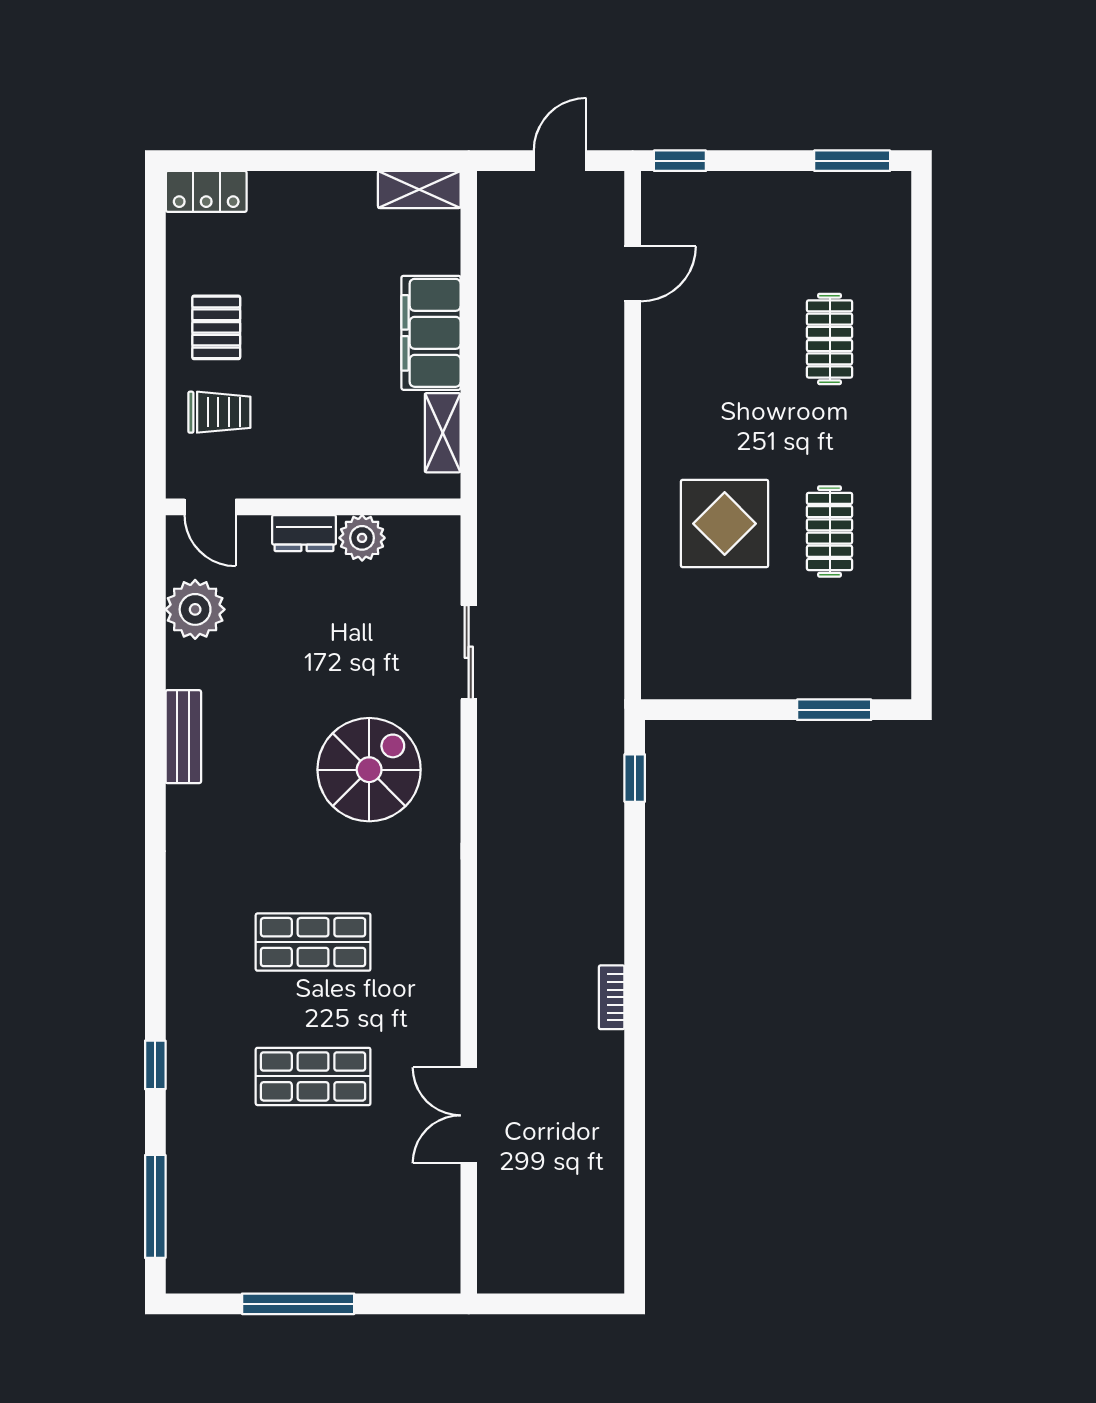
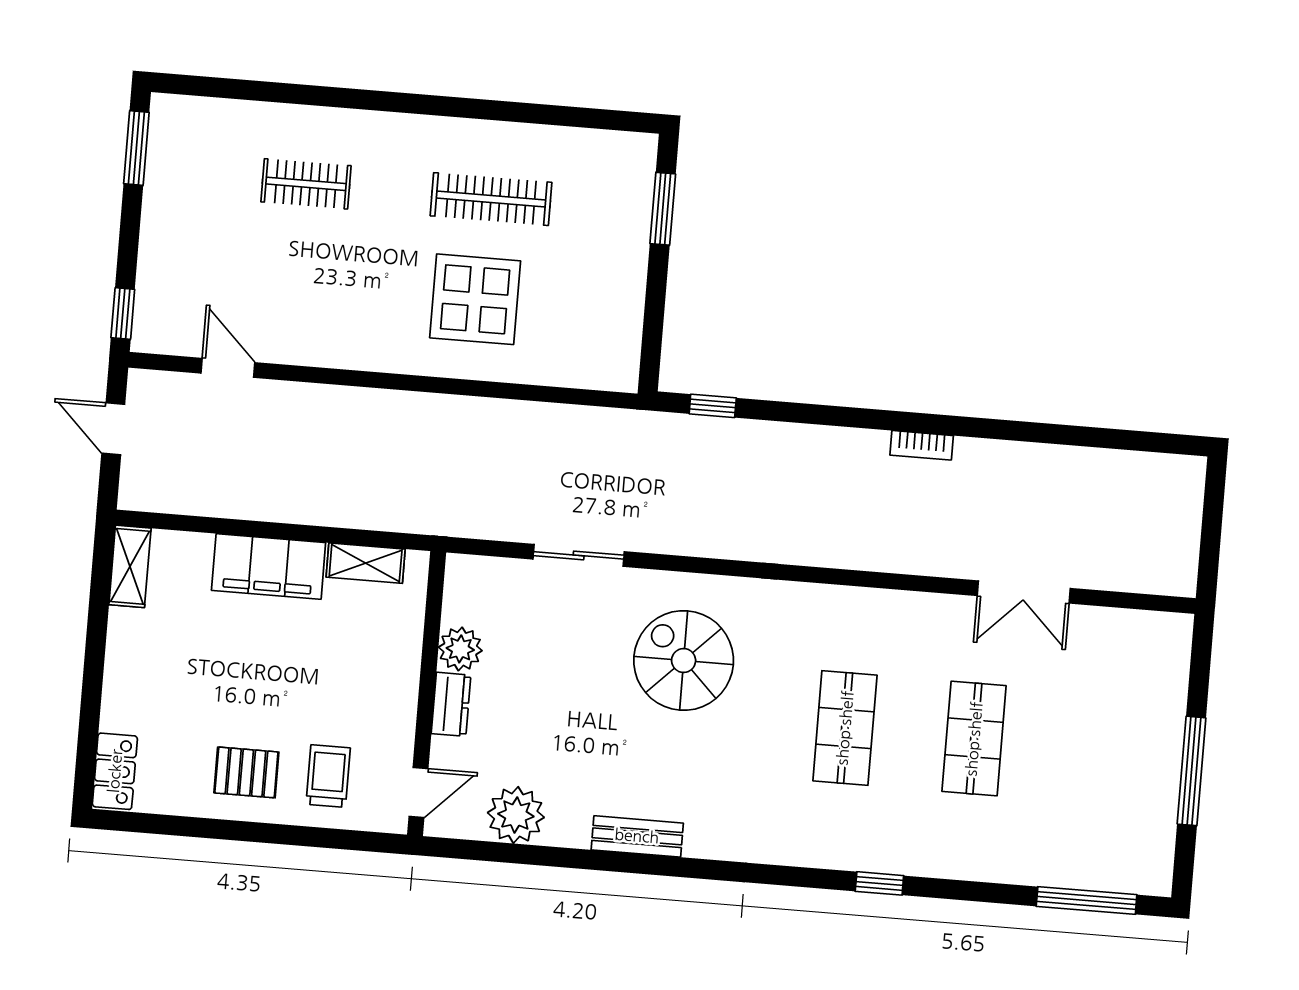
clothes rail: (830, 531) -> (491, 199), width x1.36
window: (155, 1065) -> (879, 883), moved

